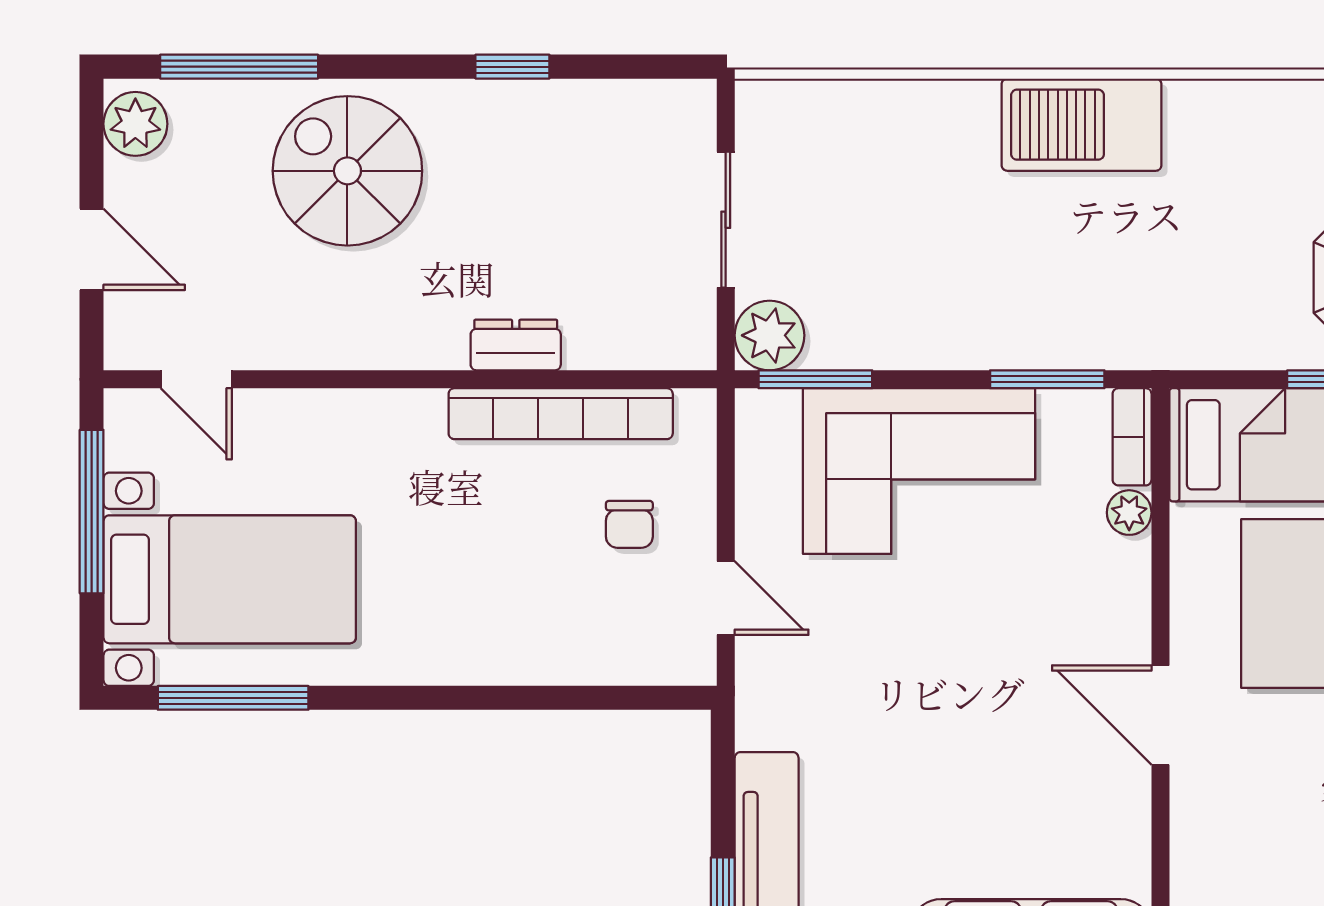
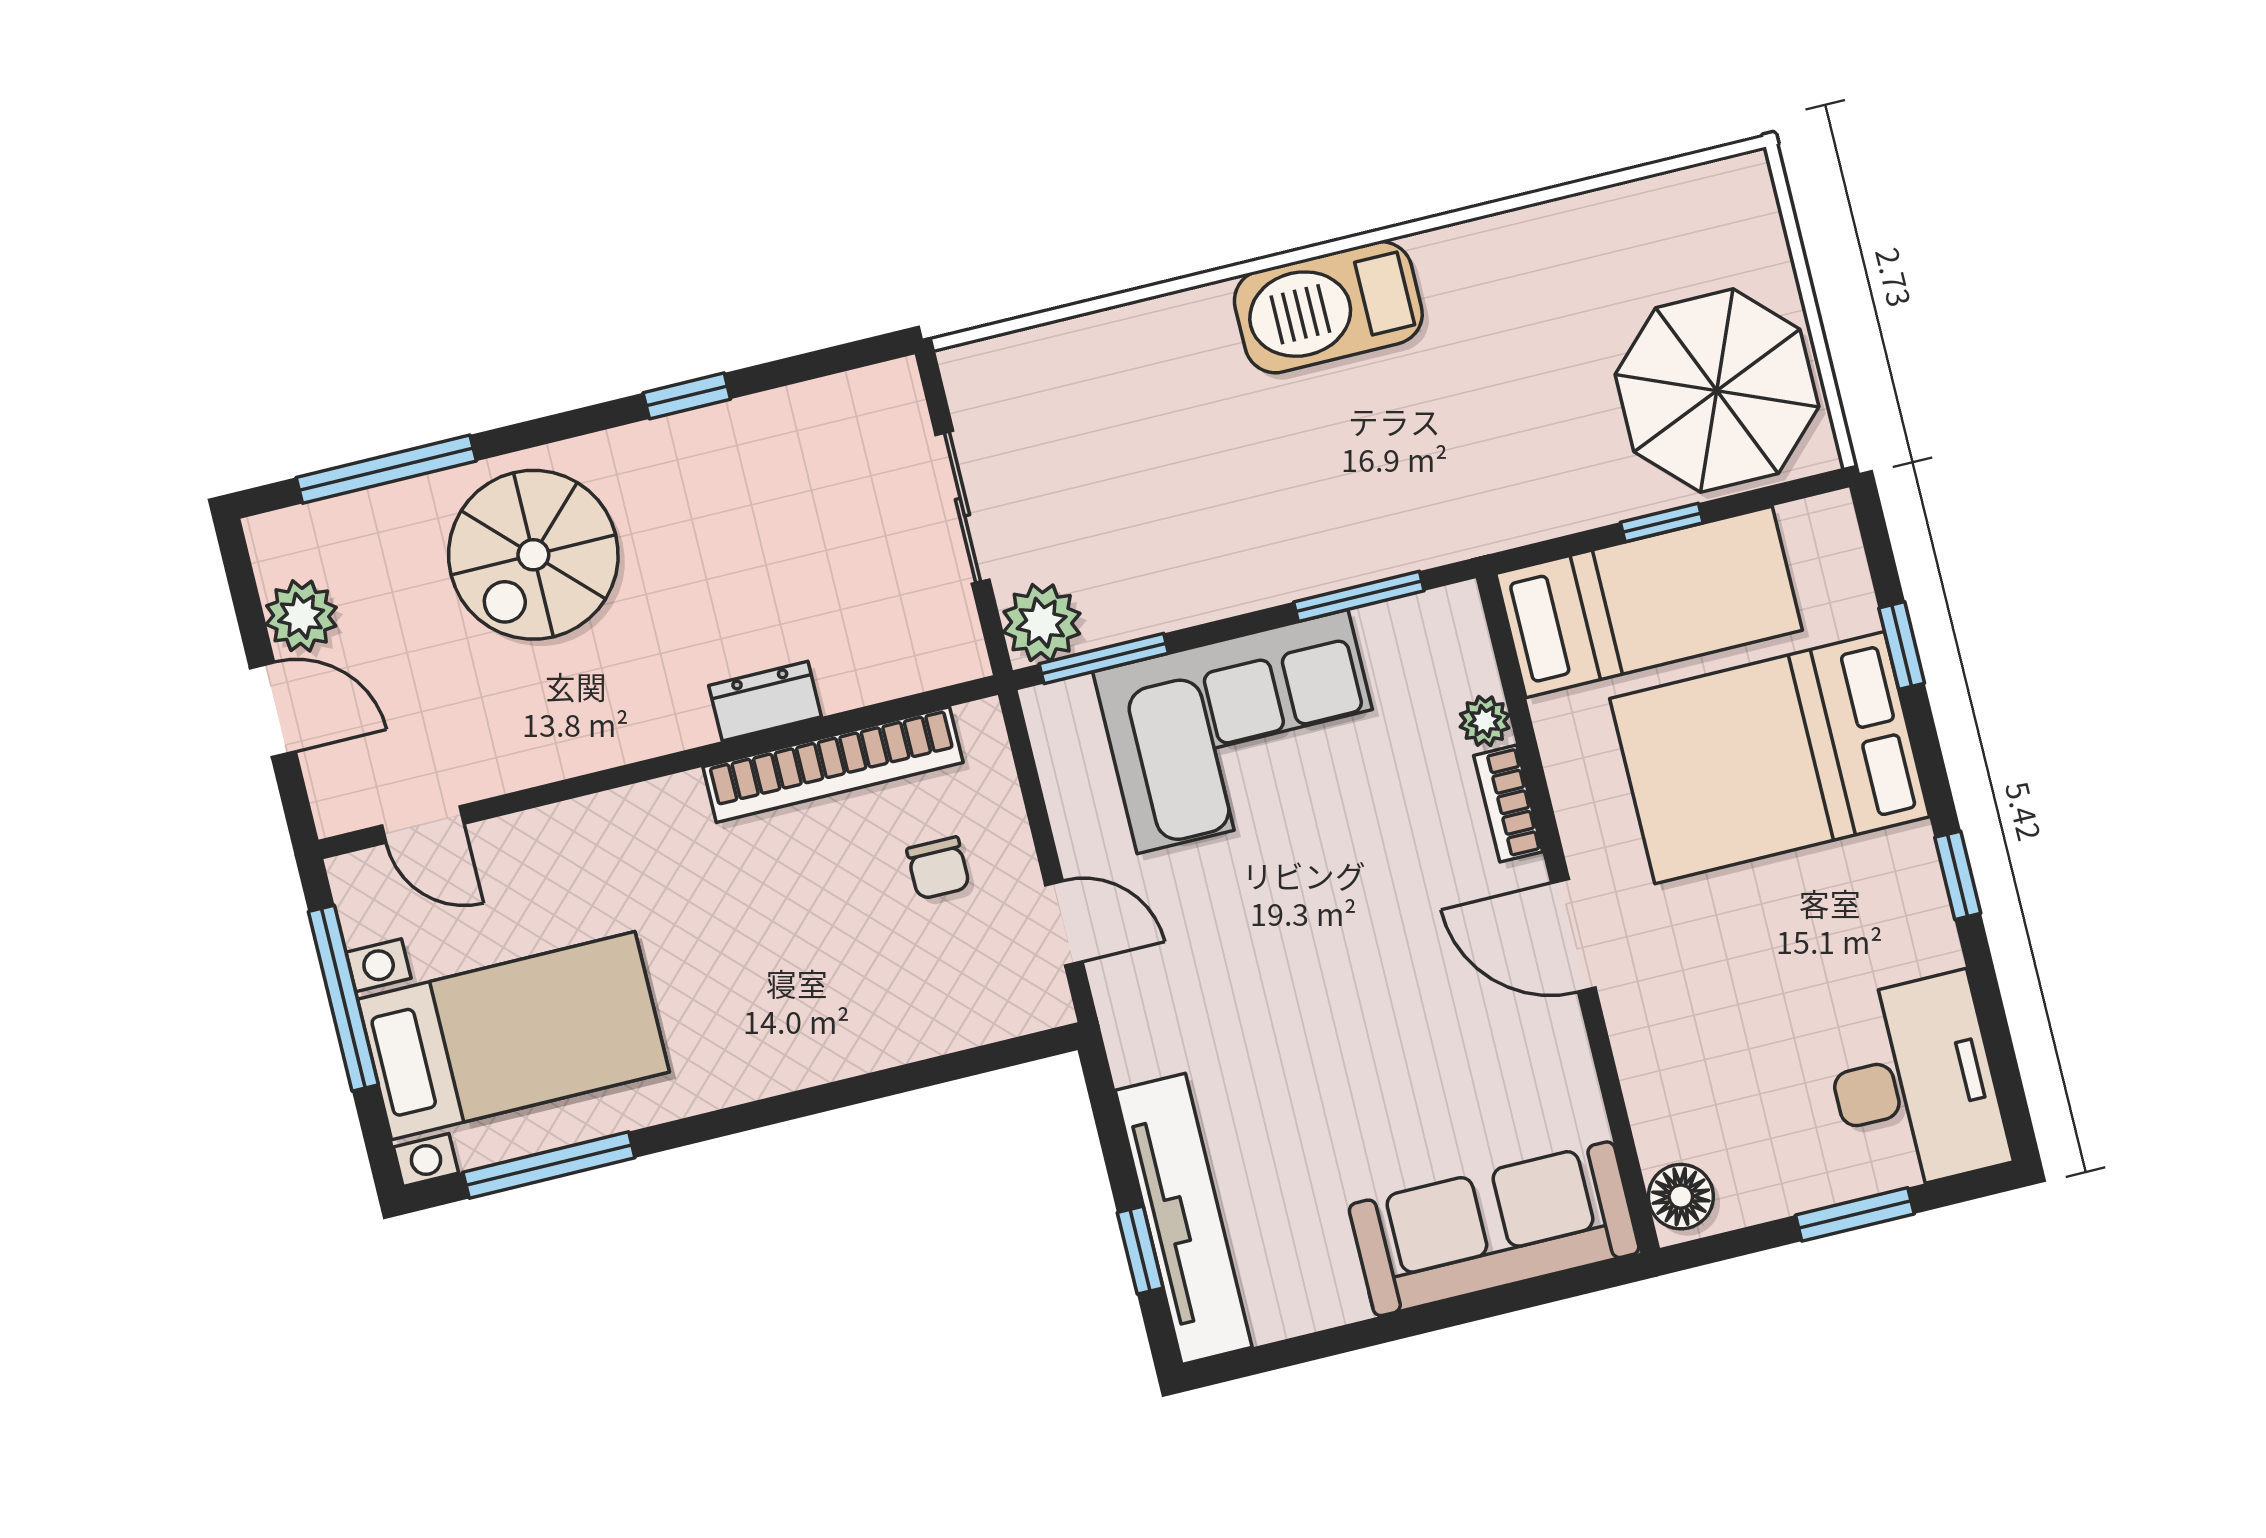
plant: (135, 124) -> (301, 616), moved
spiral stairs: (347, 171) -> (533, 555), turned -90
bookcase: (1132, 437) -> (1508, 804), moved

